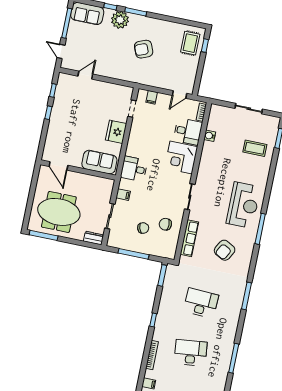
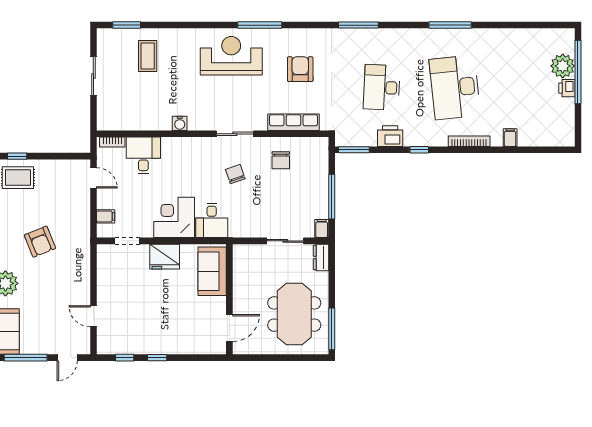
water cooler: (210, 136) -> (180, 123), moved
corner desk: (181, 158) -> (174, 217), moved, turned 180
filing cabinet: (123, 195) -> (322, 228), moved
chair: (143, 228) -> (235, 174), moved
armchair: (225, 250) -> (300, 69), turned -119
printer: (166, 302) -> (390, 136), added
desk: (191, 353) -> (455, 87), width x1.36, depth x1.30

